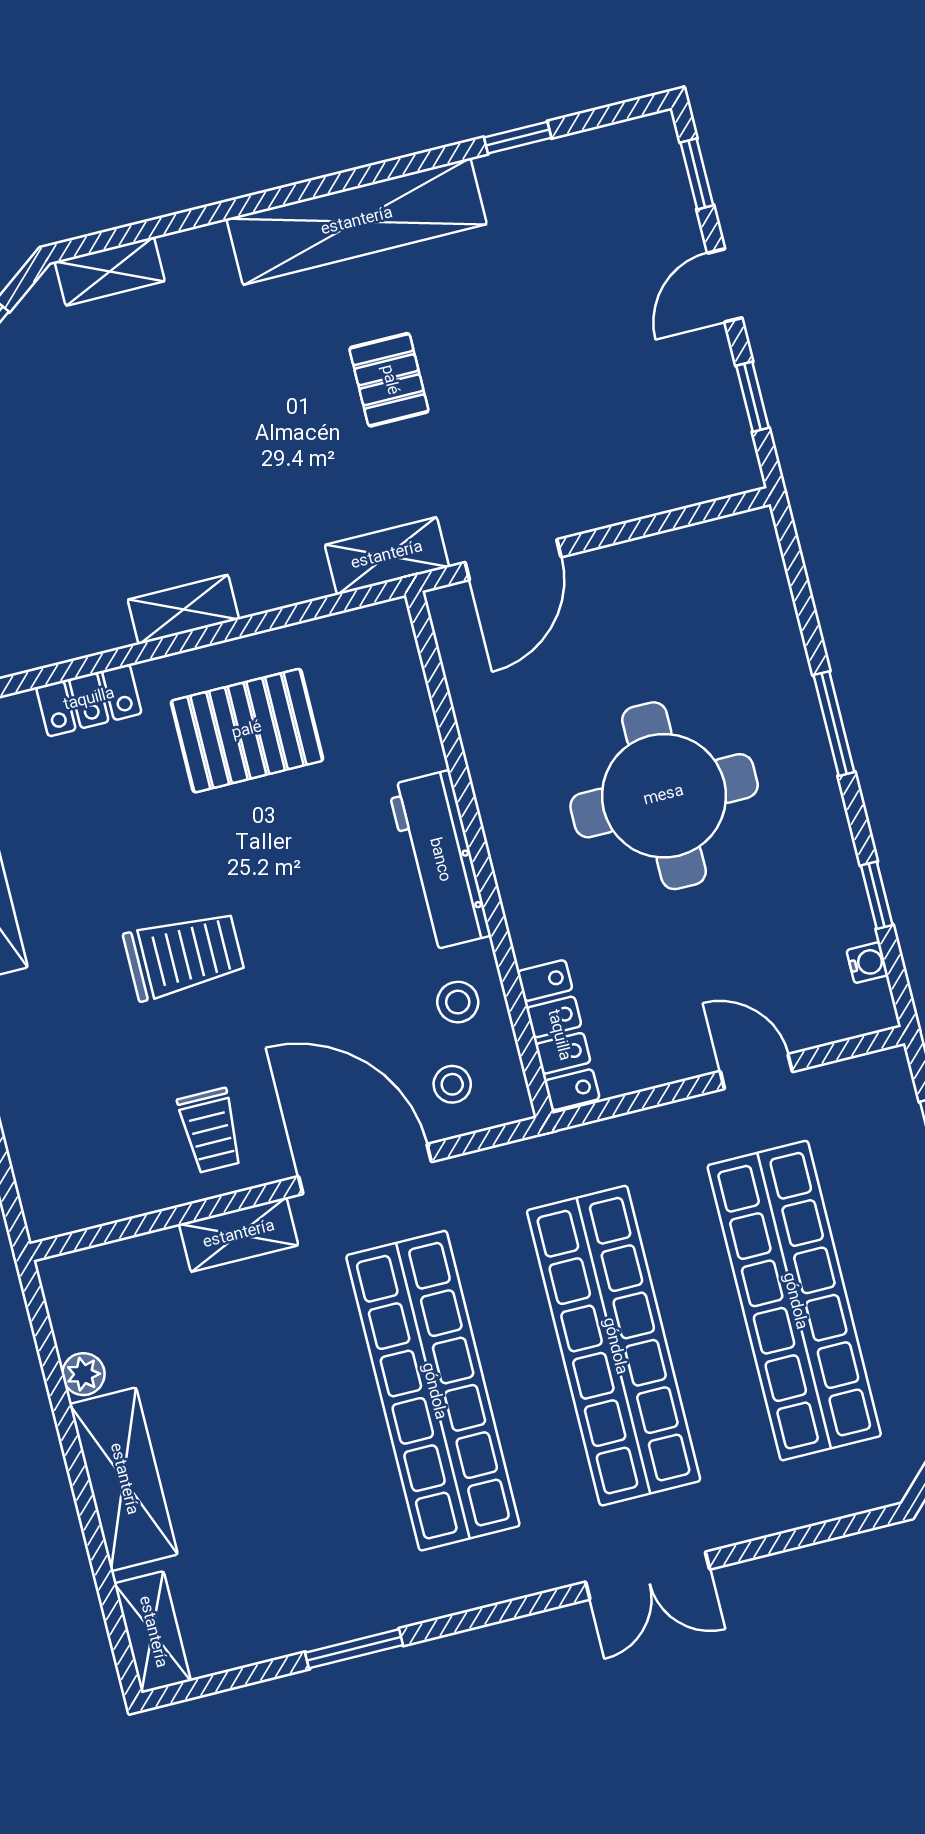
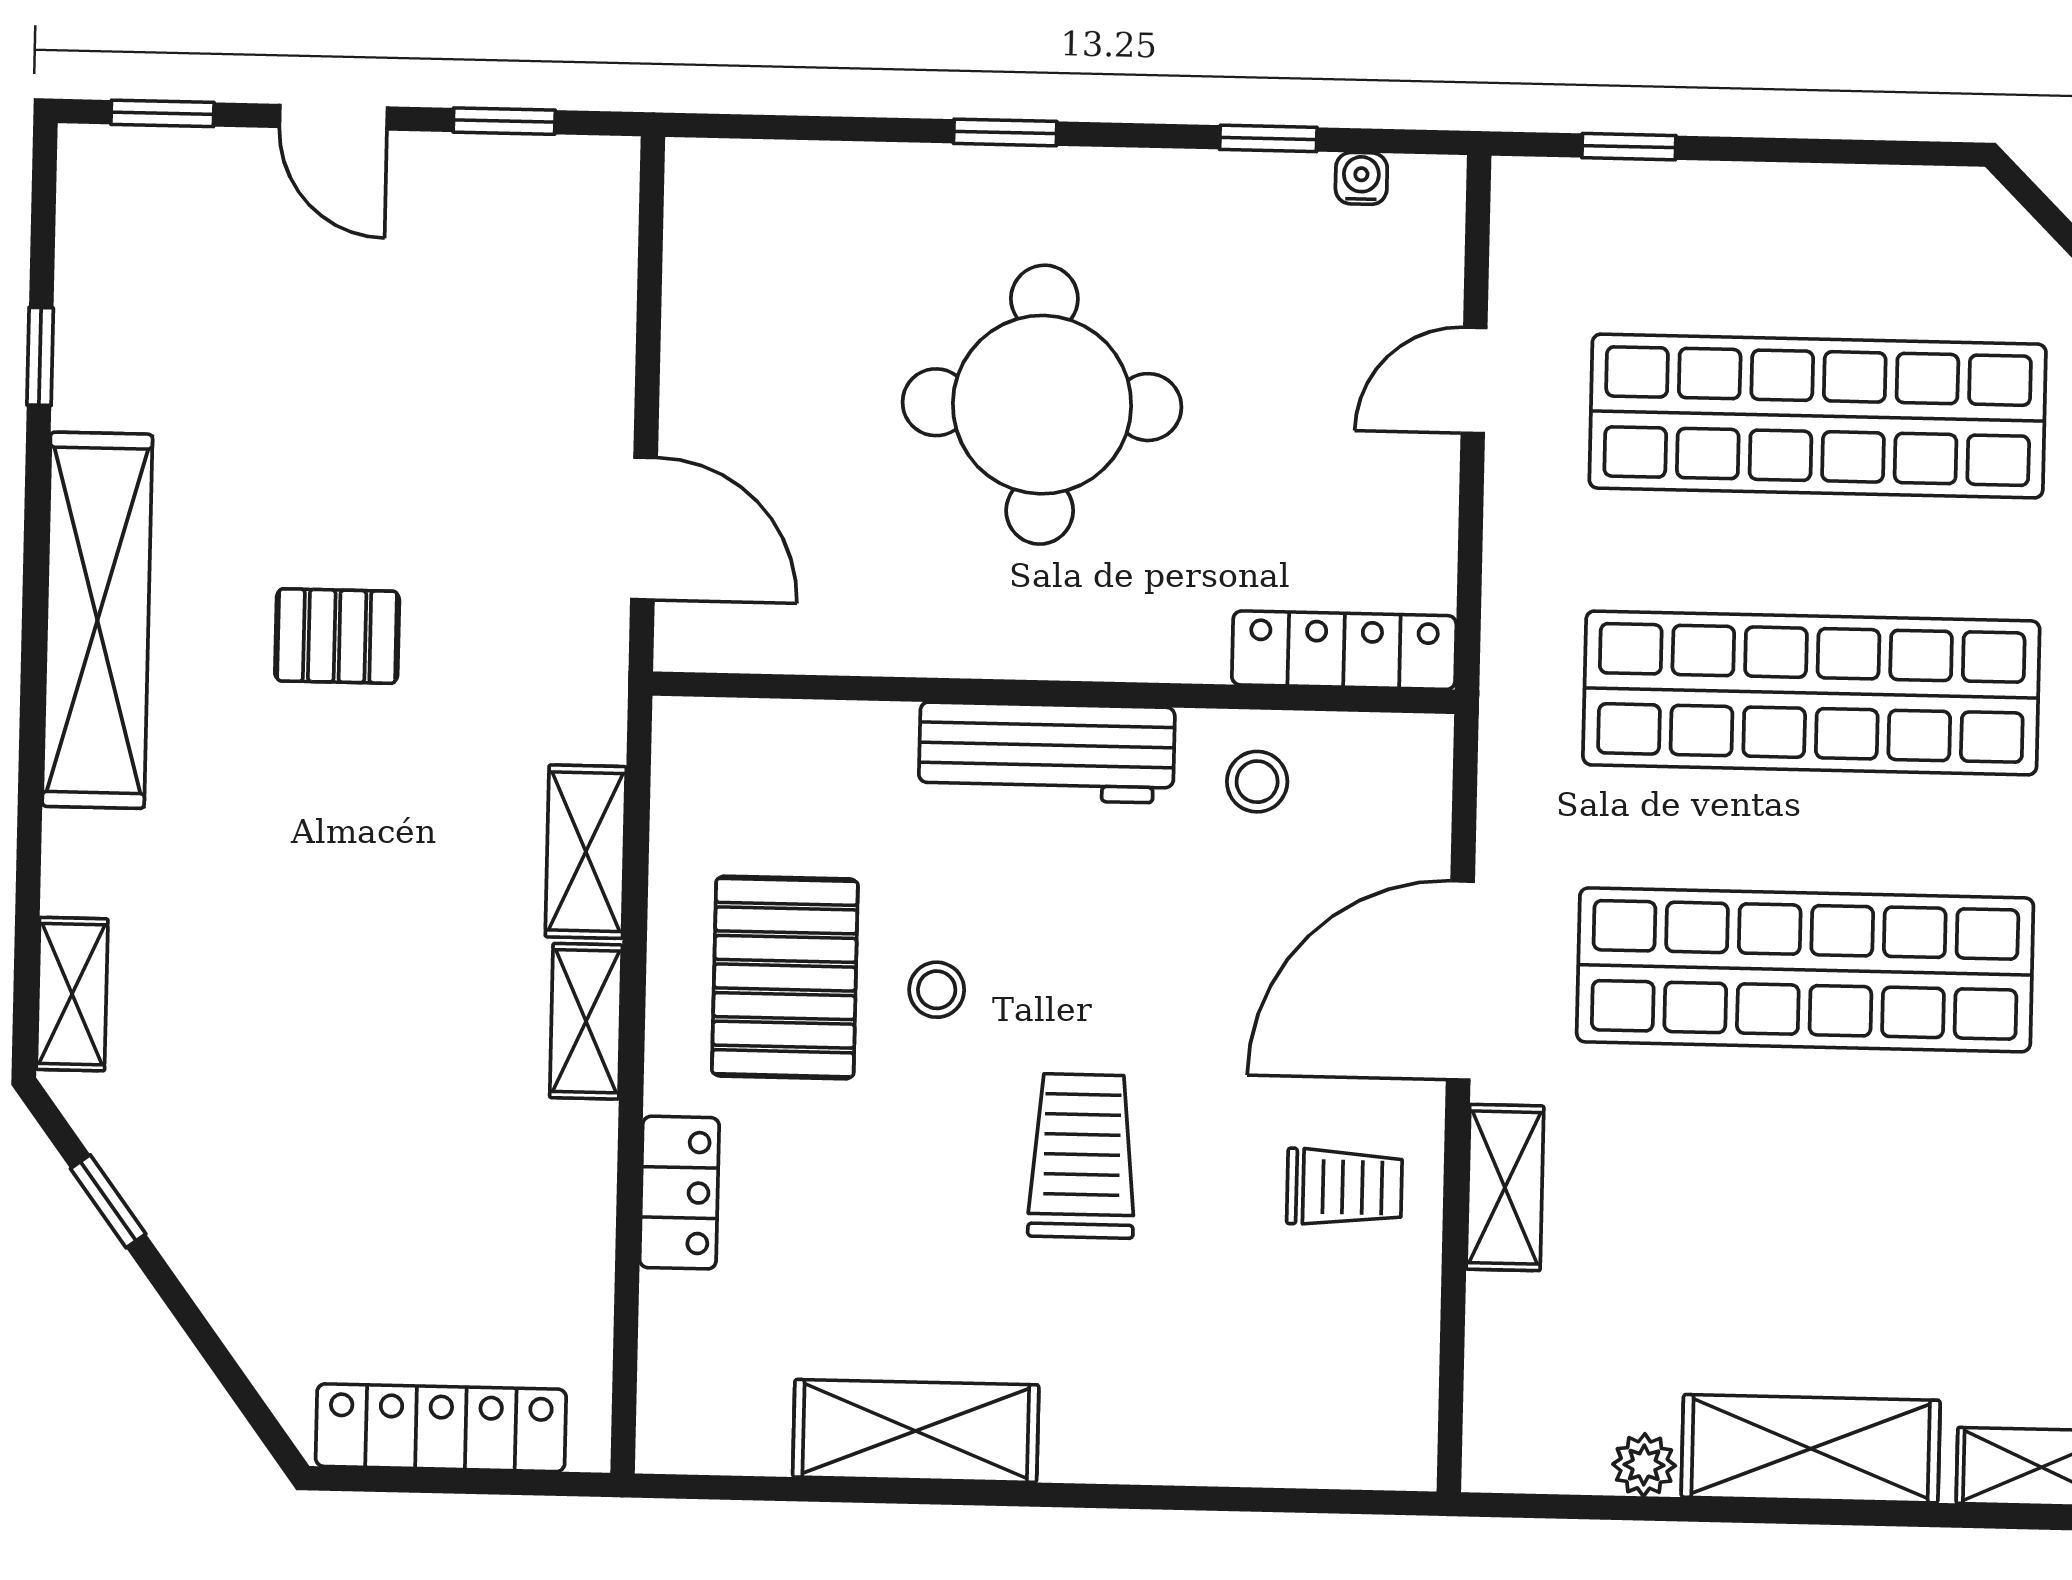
shelving: (387, 556) -> (586, 852), moved
window: (834, 724) -> (1005, 132), width x0.67
stool: (452, 1084) -> (937, 990), moved

